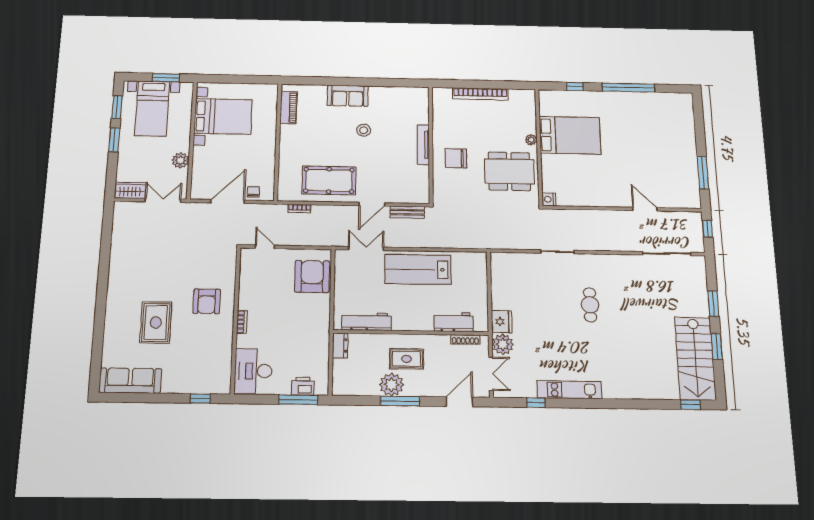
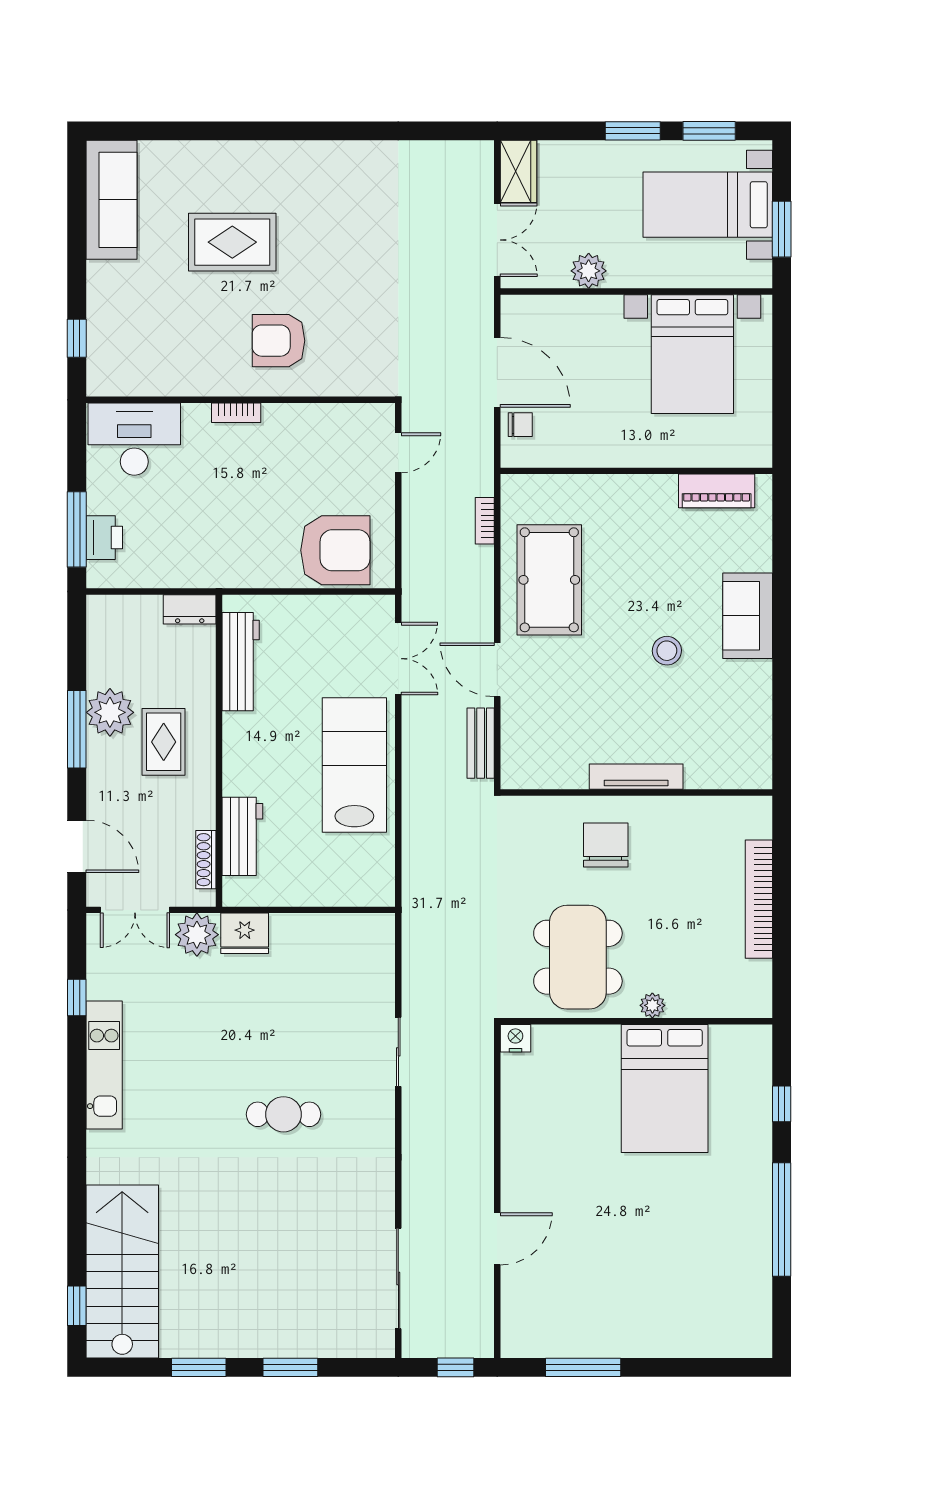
stairs: (695, 358) -> (122, 1271), moved, turned 90

